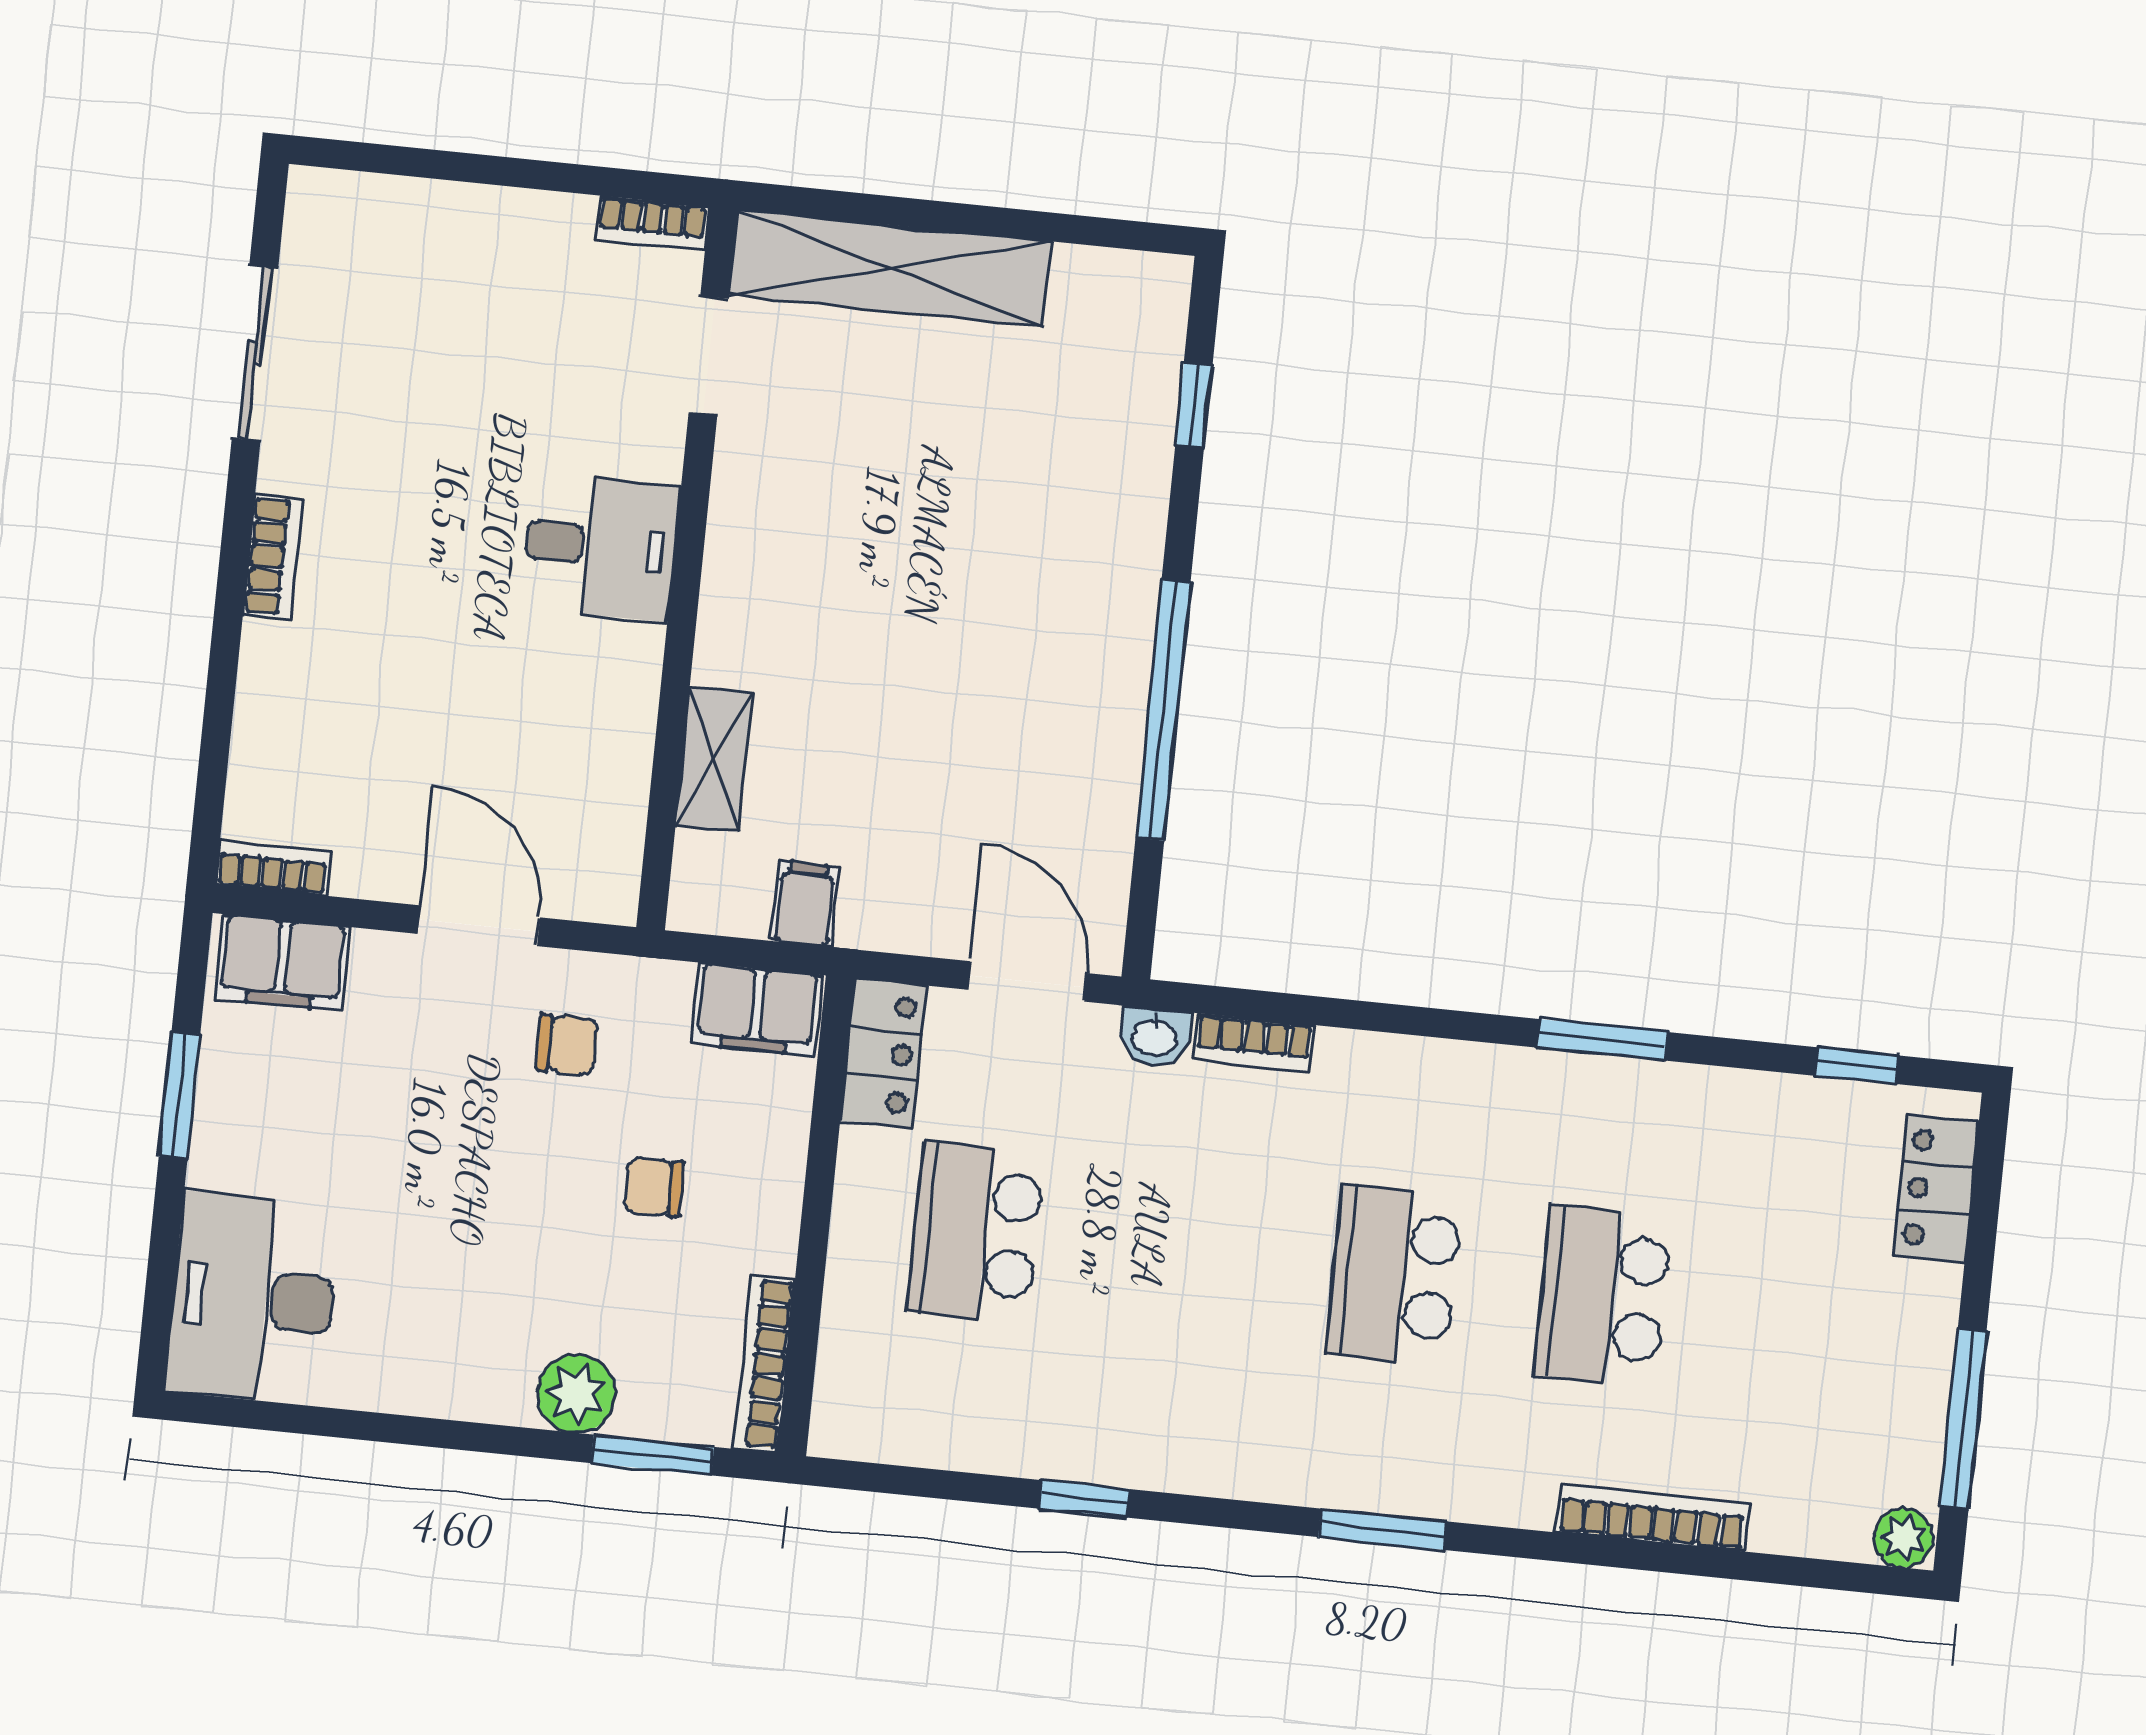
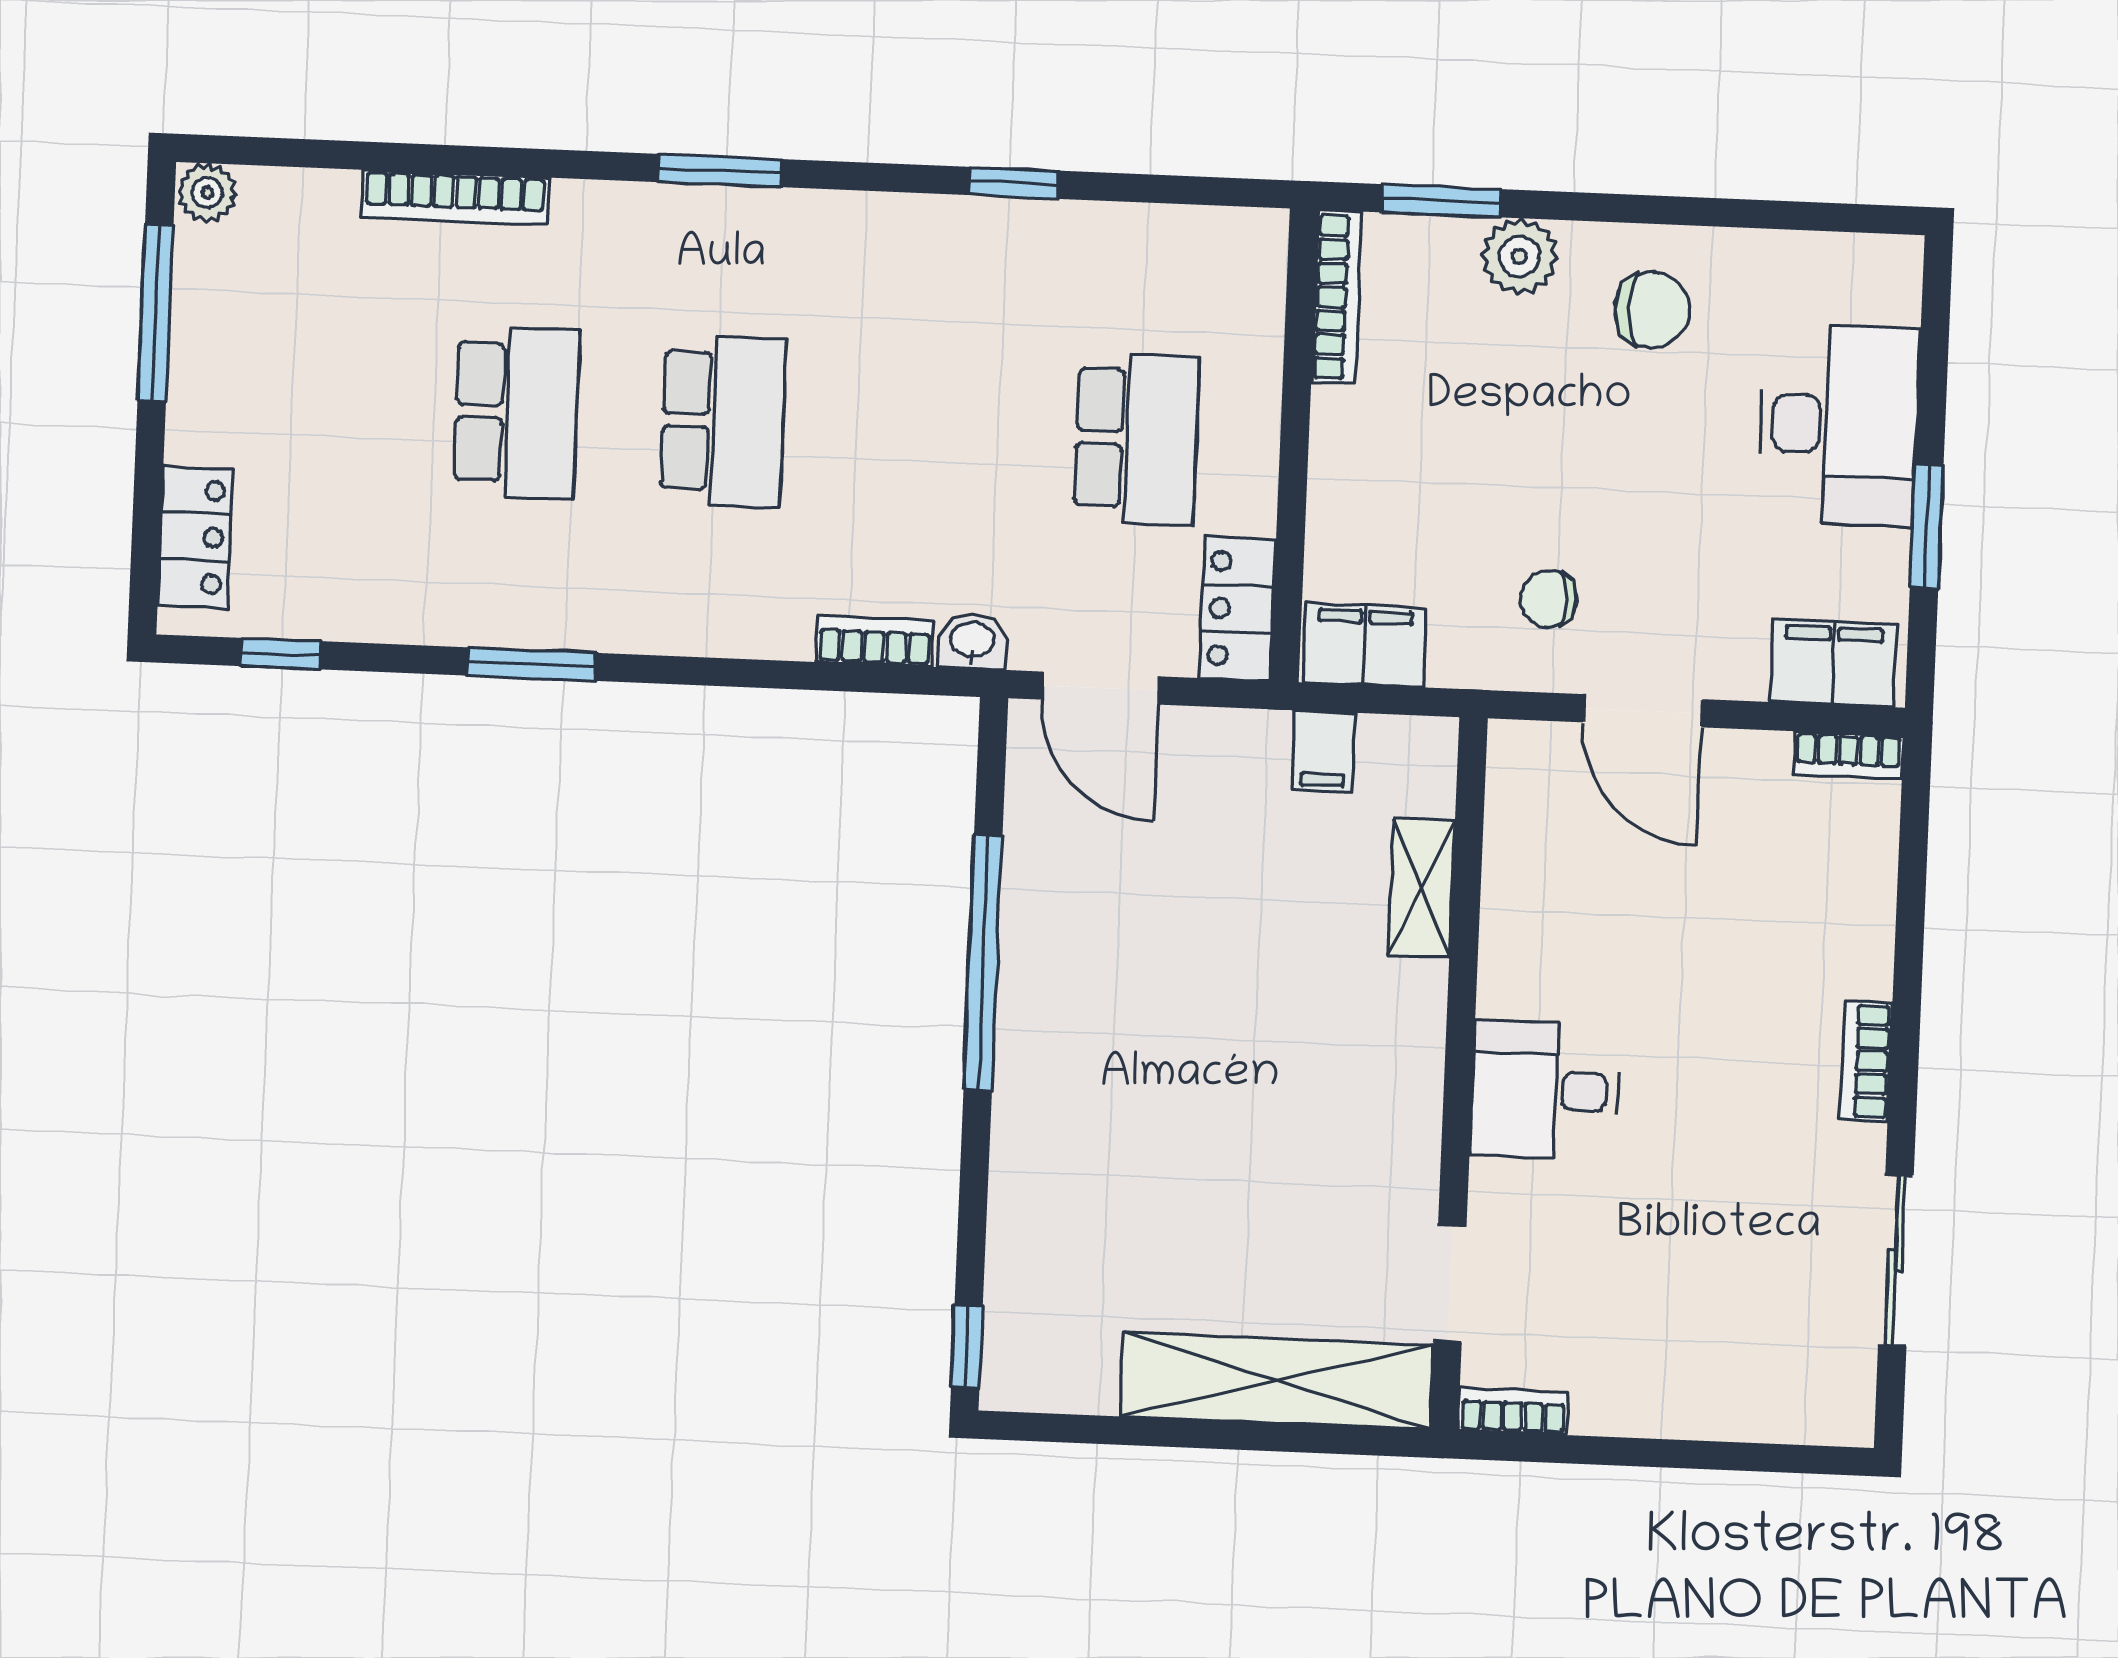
window: (1194, 405) -> (967, 1346), moved
chair: (654, 1187) -> (1652, 310), moved, width x1.37, depth x1.37
desk: (253, 1299) -> (1839, 425), moved

